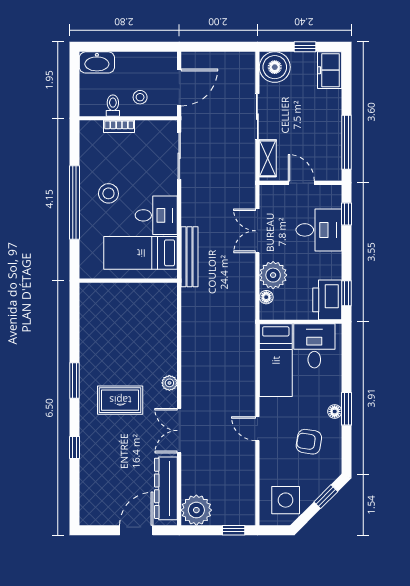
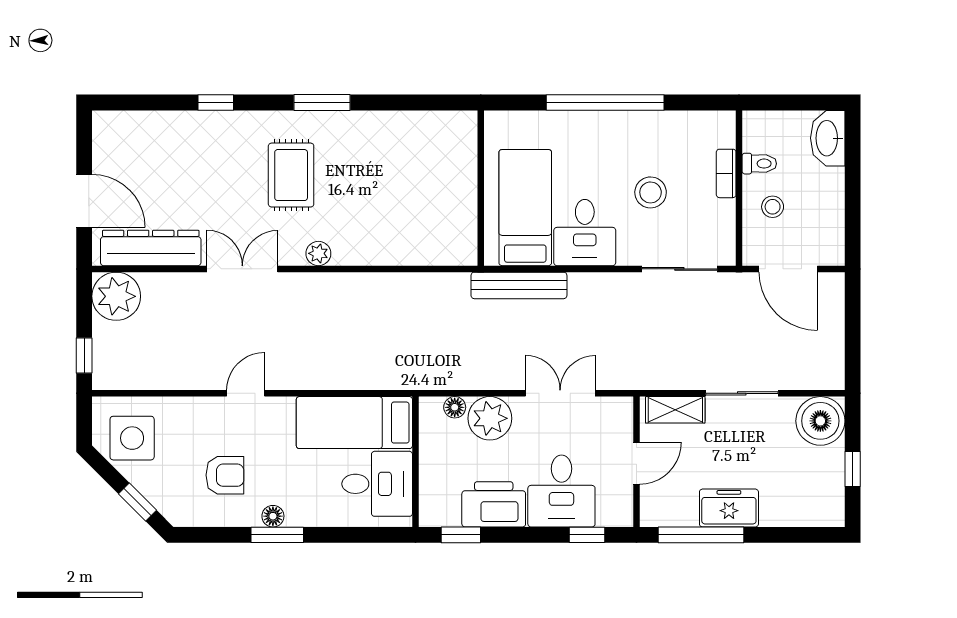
freezer: (330, 70) -> (729, 508), moved
stool: (108, 193) -> (651, 192), moved
printer: (327, 300) -> (494, 504), moved
armchair: (309, 442) -> (225, 475), turned 81

